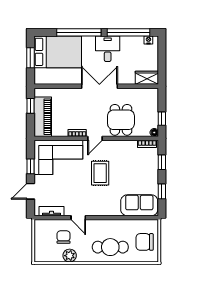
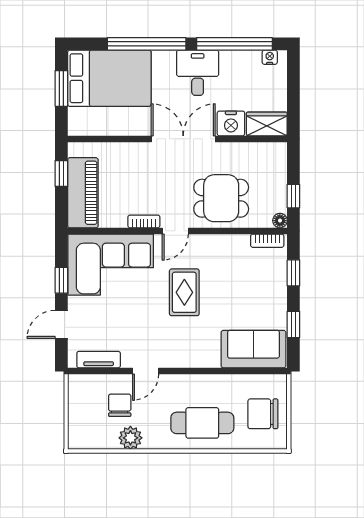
nightstand: (127, 77) -> (231, 123), added
dining table: (121, 120) -> (221, 198), turned 90
door: (78, 218) -> (146, 371), hinge flipped

